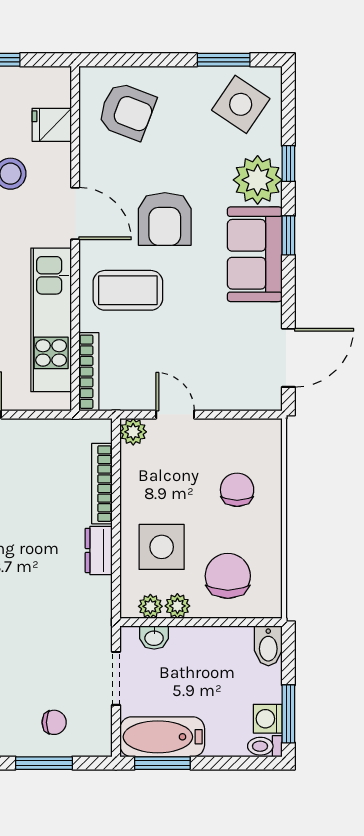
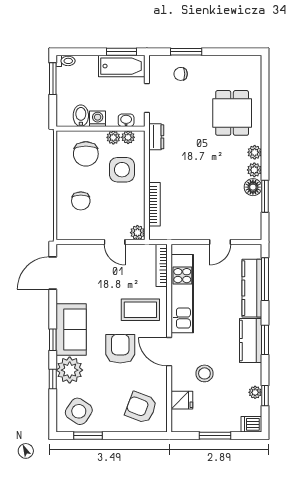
dresser: (99, 550) -> (156, 137), moved
bidet: (268, 646) -> (81, 116), moved
washing machine: (268, 719) -> (98, 119), moved, turned -90

